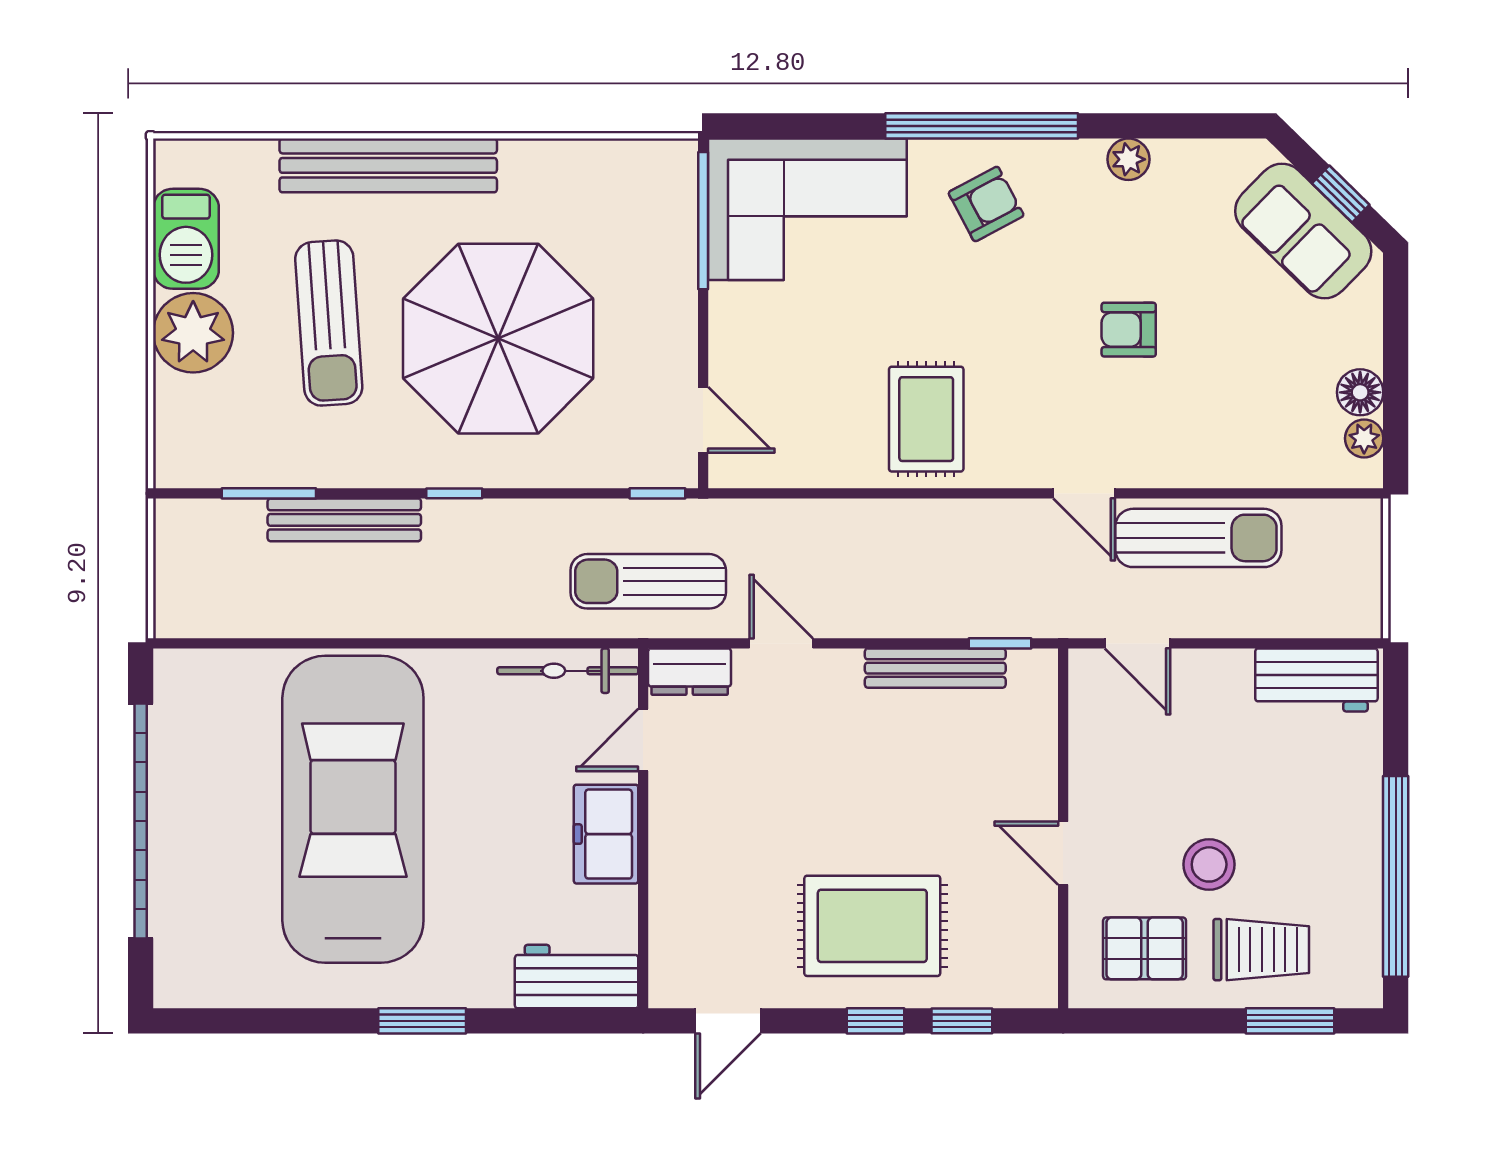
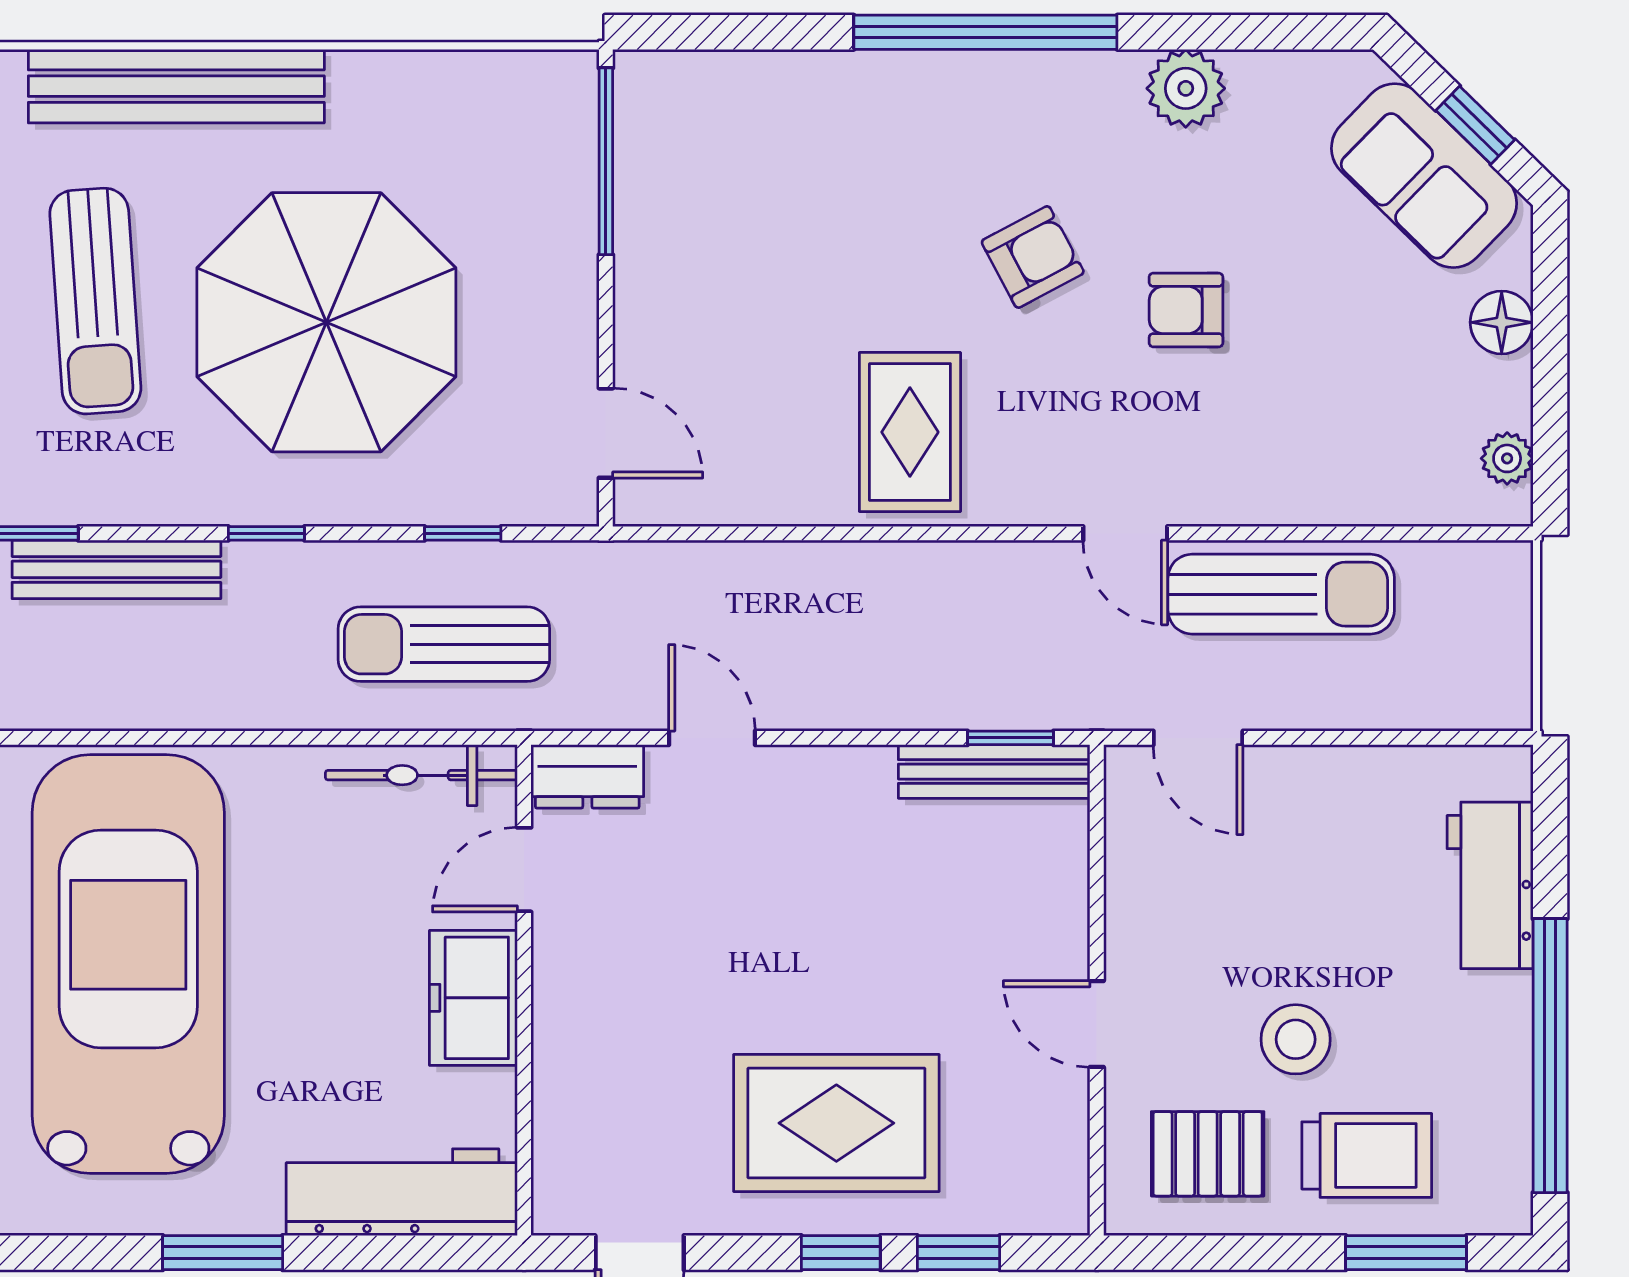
plant: (1128, 159) -> (1186, 88), width x1.38, depth x1.38
armchair: (986, 204) -> (1033, 257), moved
corner sofa: (807, 209) -> (748, 146), removed
floor lamp: (1360, 392) -> (1502, 322), moved
window: (657, 493) -> (463, 533), moved
sun lounger: (648, 581) -> (444, 644), moved
bench: (935, 668) -> (994, 772), moved
workbench: (1316, 680) -> (1490, 885), moved, turned 90
workbench: (577, 977) -> (402, 1192), width x1.38

